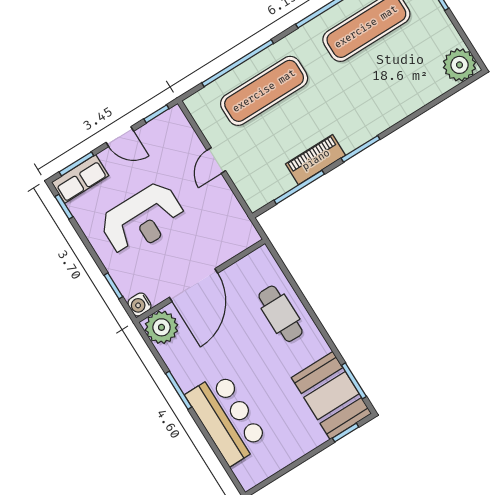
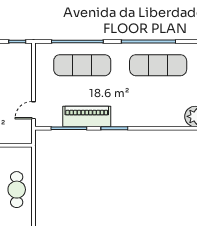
piano: (316, 160) -> (87, 116), width x1.37, depth x1.33
door: (216, 161) -> (33, 110), moved

